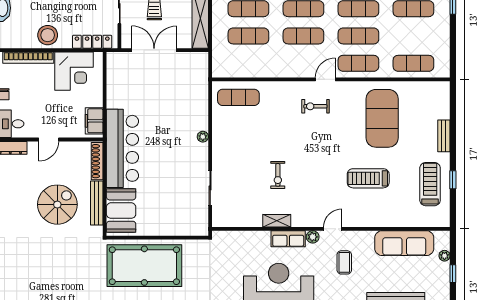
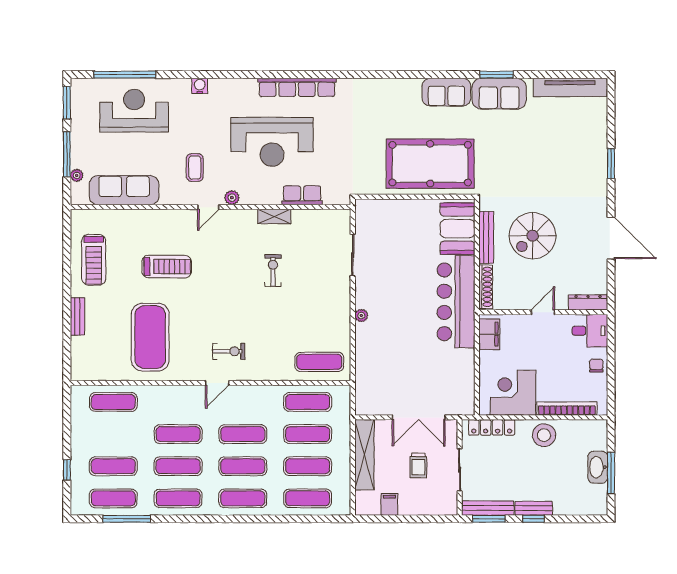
exercise mat: (358, 63) -> (308, 402), moved
window: (453, 180) -> (67, 265), removed
row of seats: (288, 239) -> (302, 195), moved
window: (453, 274) -> (67, 154), width x2.17

